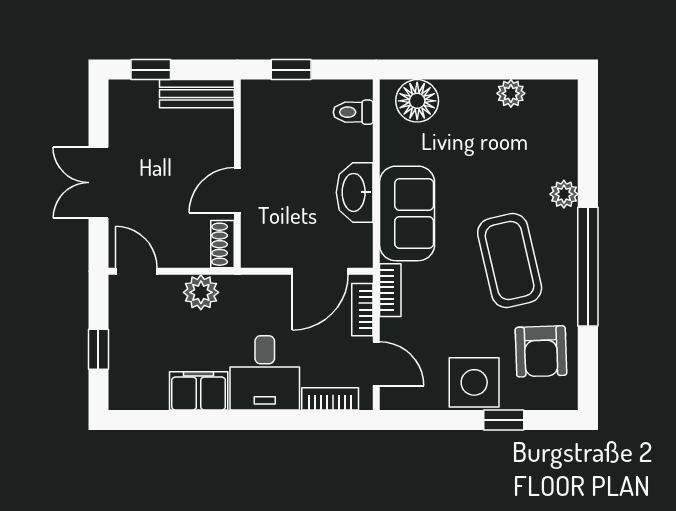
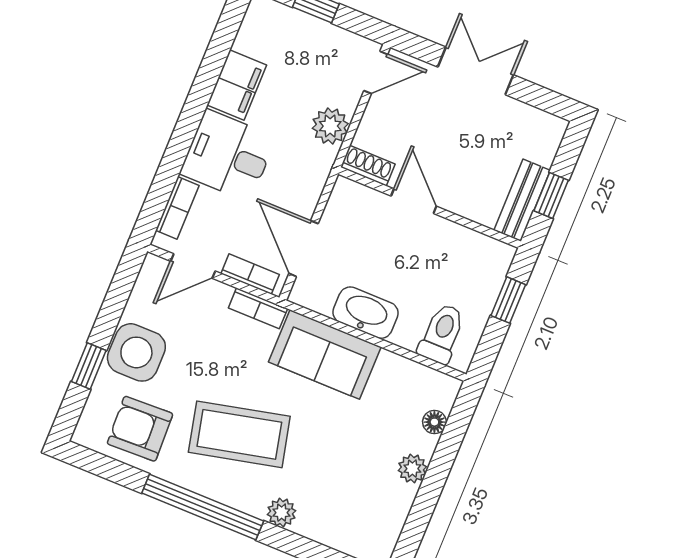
window: (151, 70) -> (551, 196), moved
plant: (511, 93) -> (412, 469), moved
floor lamp: (417, 101) -> (434, 422), width x0.53, depth x0.53
toilet: (353, 112) -> (442, 334), width x1.37, depth x1.39

